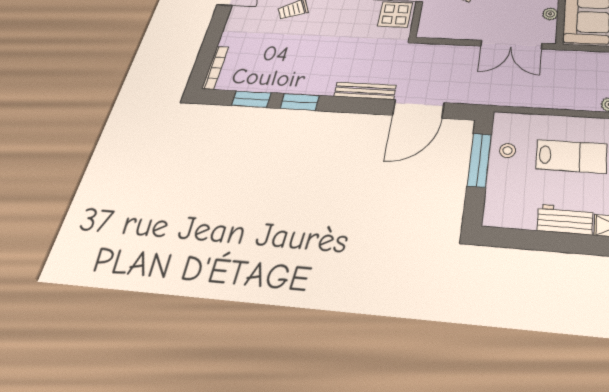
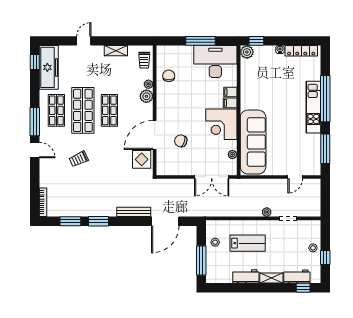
window: (479, 160) -> (201, 261), moved

